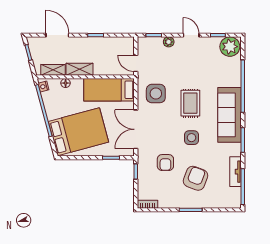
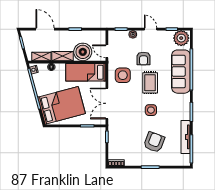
boiler: (105, 64) -> (83, 52), added
sofa: (230, 115) -> (181, 72), moved
armchair: (165, 163) -> (143, 59), moved
tv unit: (236, 172) -> (186, 137), width x1.41

